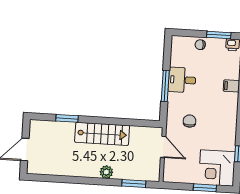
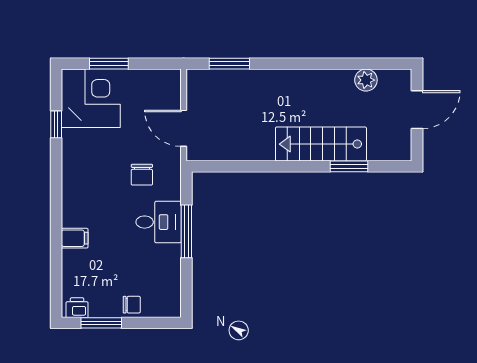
desk: (182, 80) -> (159, 222), moved
stairs: (102, 134) -> (321, 144), moved
plant: (106, 172) -> (366, 80), moved

